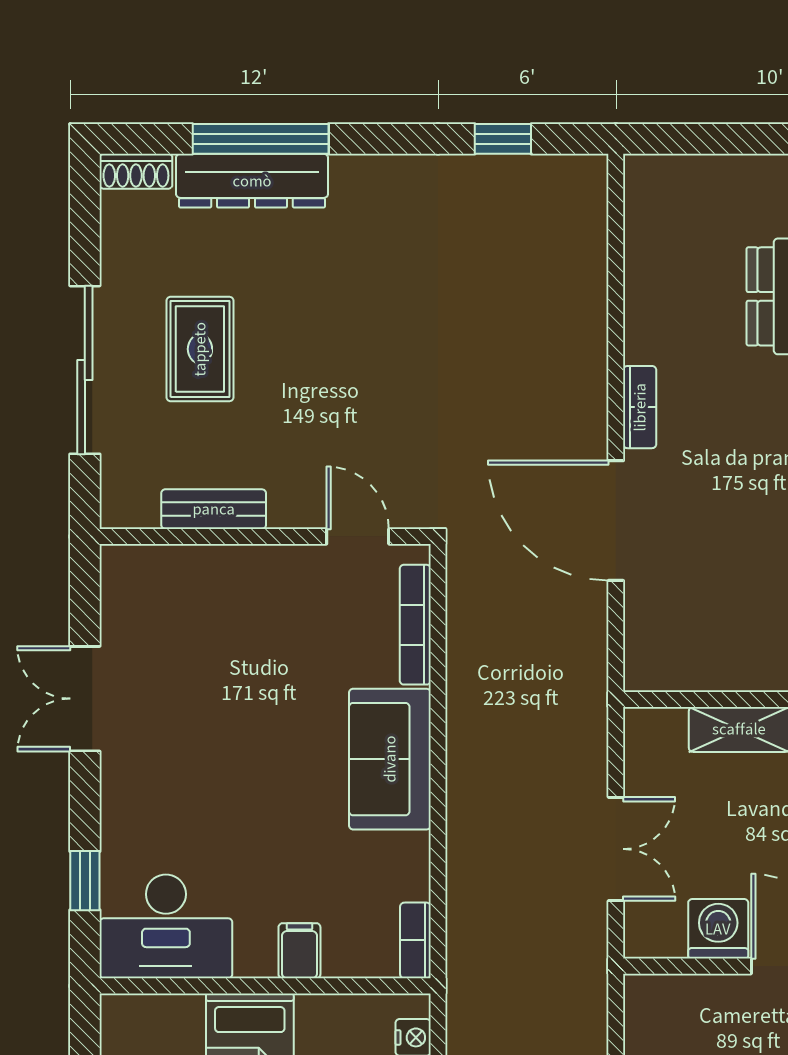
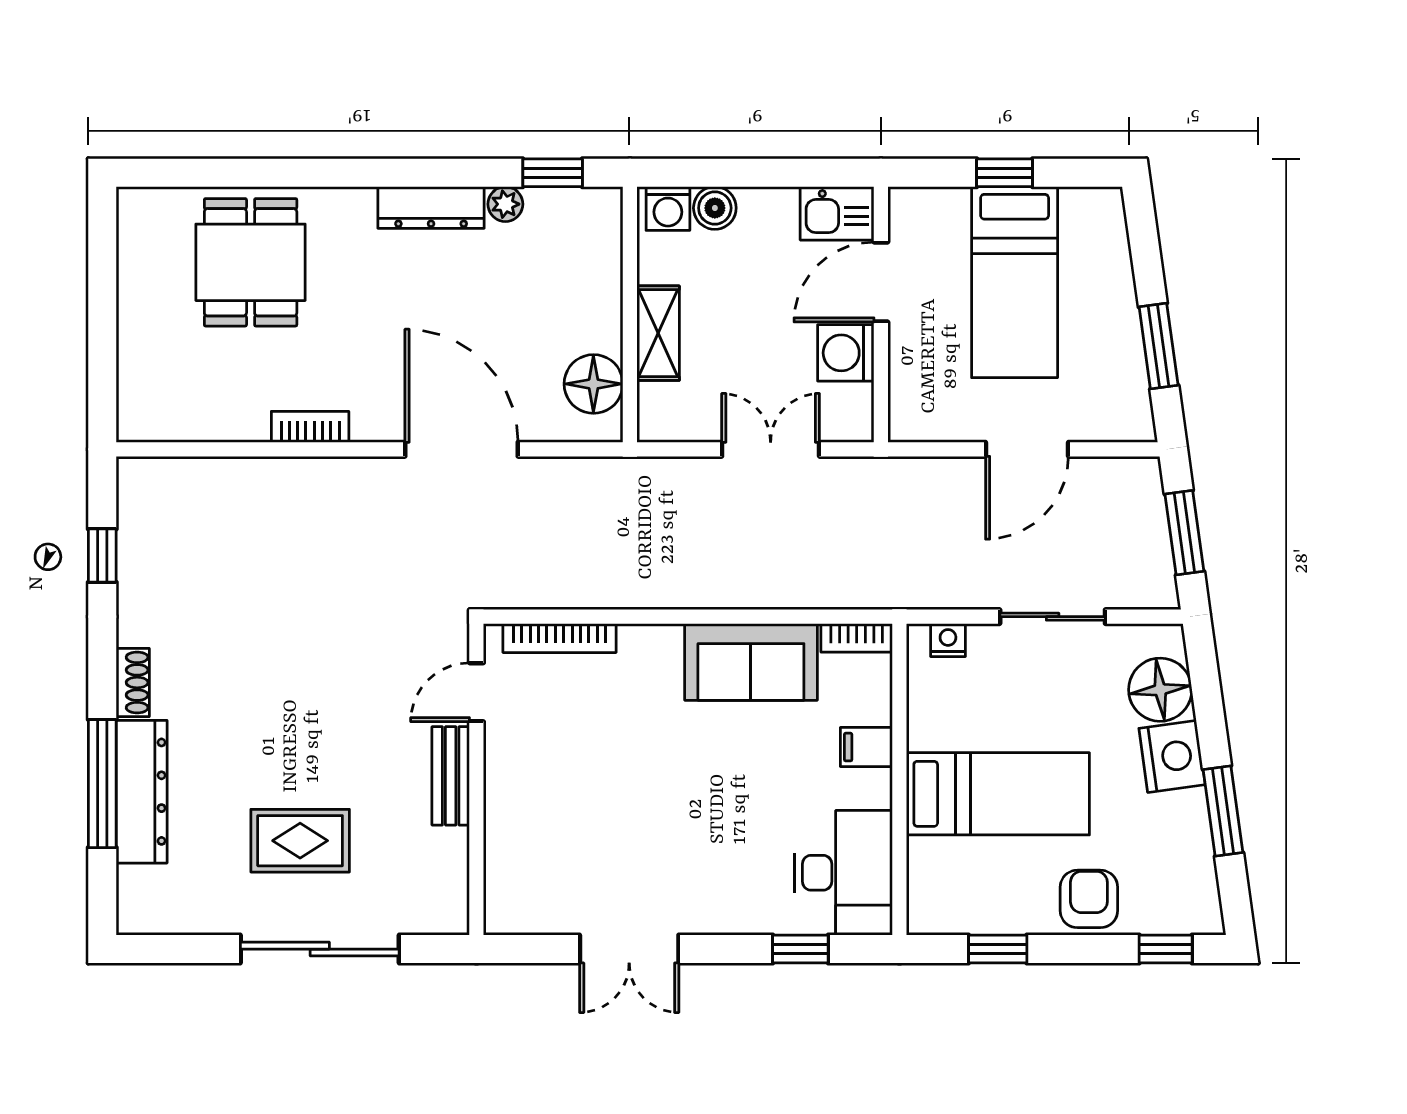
shoe rack: (136, 171) -> (133, 682), moved
bookcase: (640, 407) -> (310, 427), moved
bench: (214, 509) -> (451, 776), moved
door: (616, 521) -> (462, 449), swing flipped
floor lamp: (685, 661) -> (593, 384), added
sofa: (390, 759) -> (751, 662), moved

